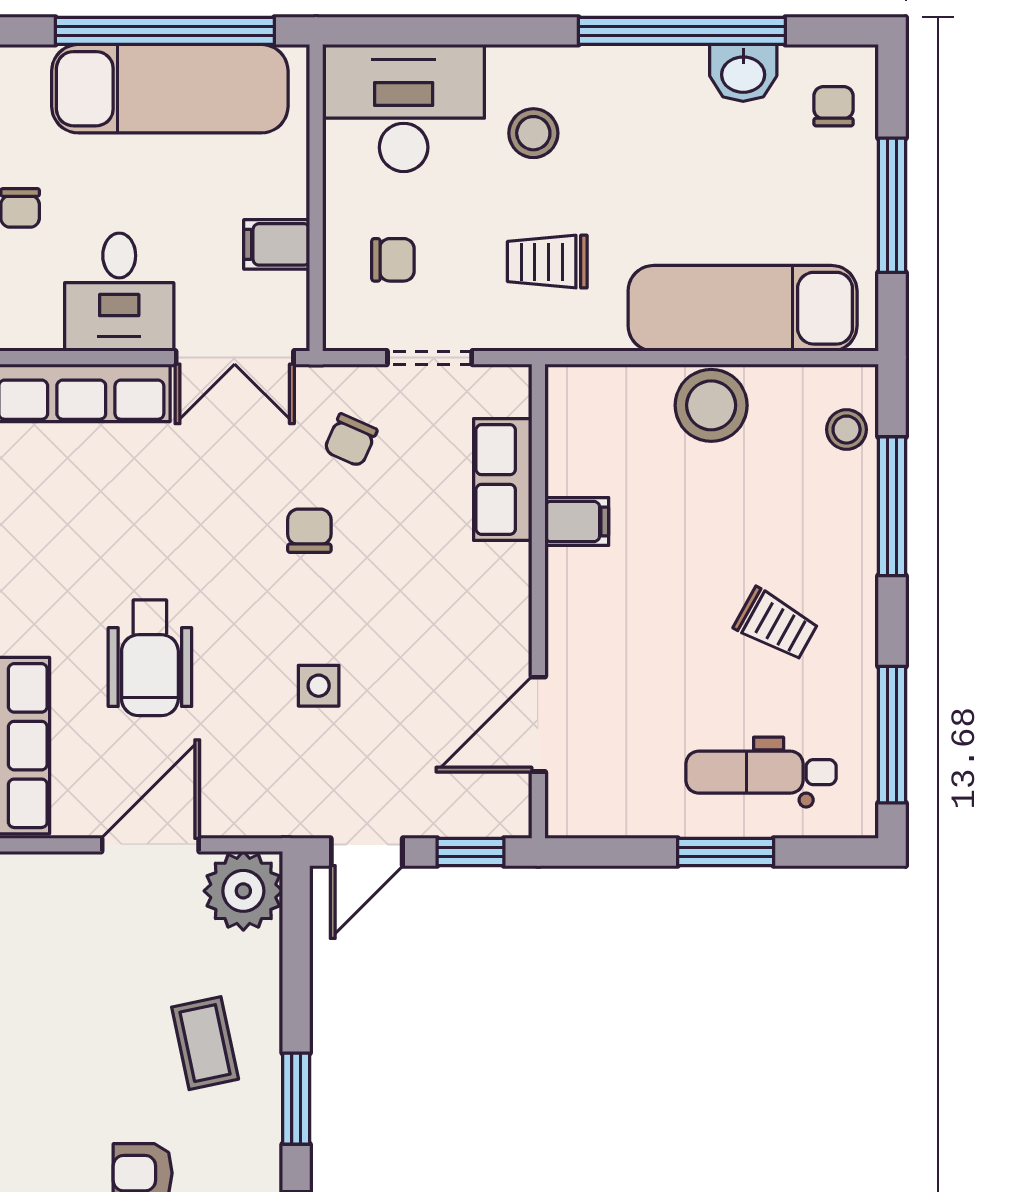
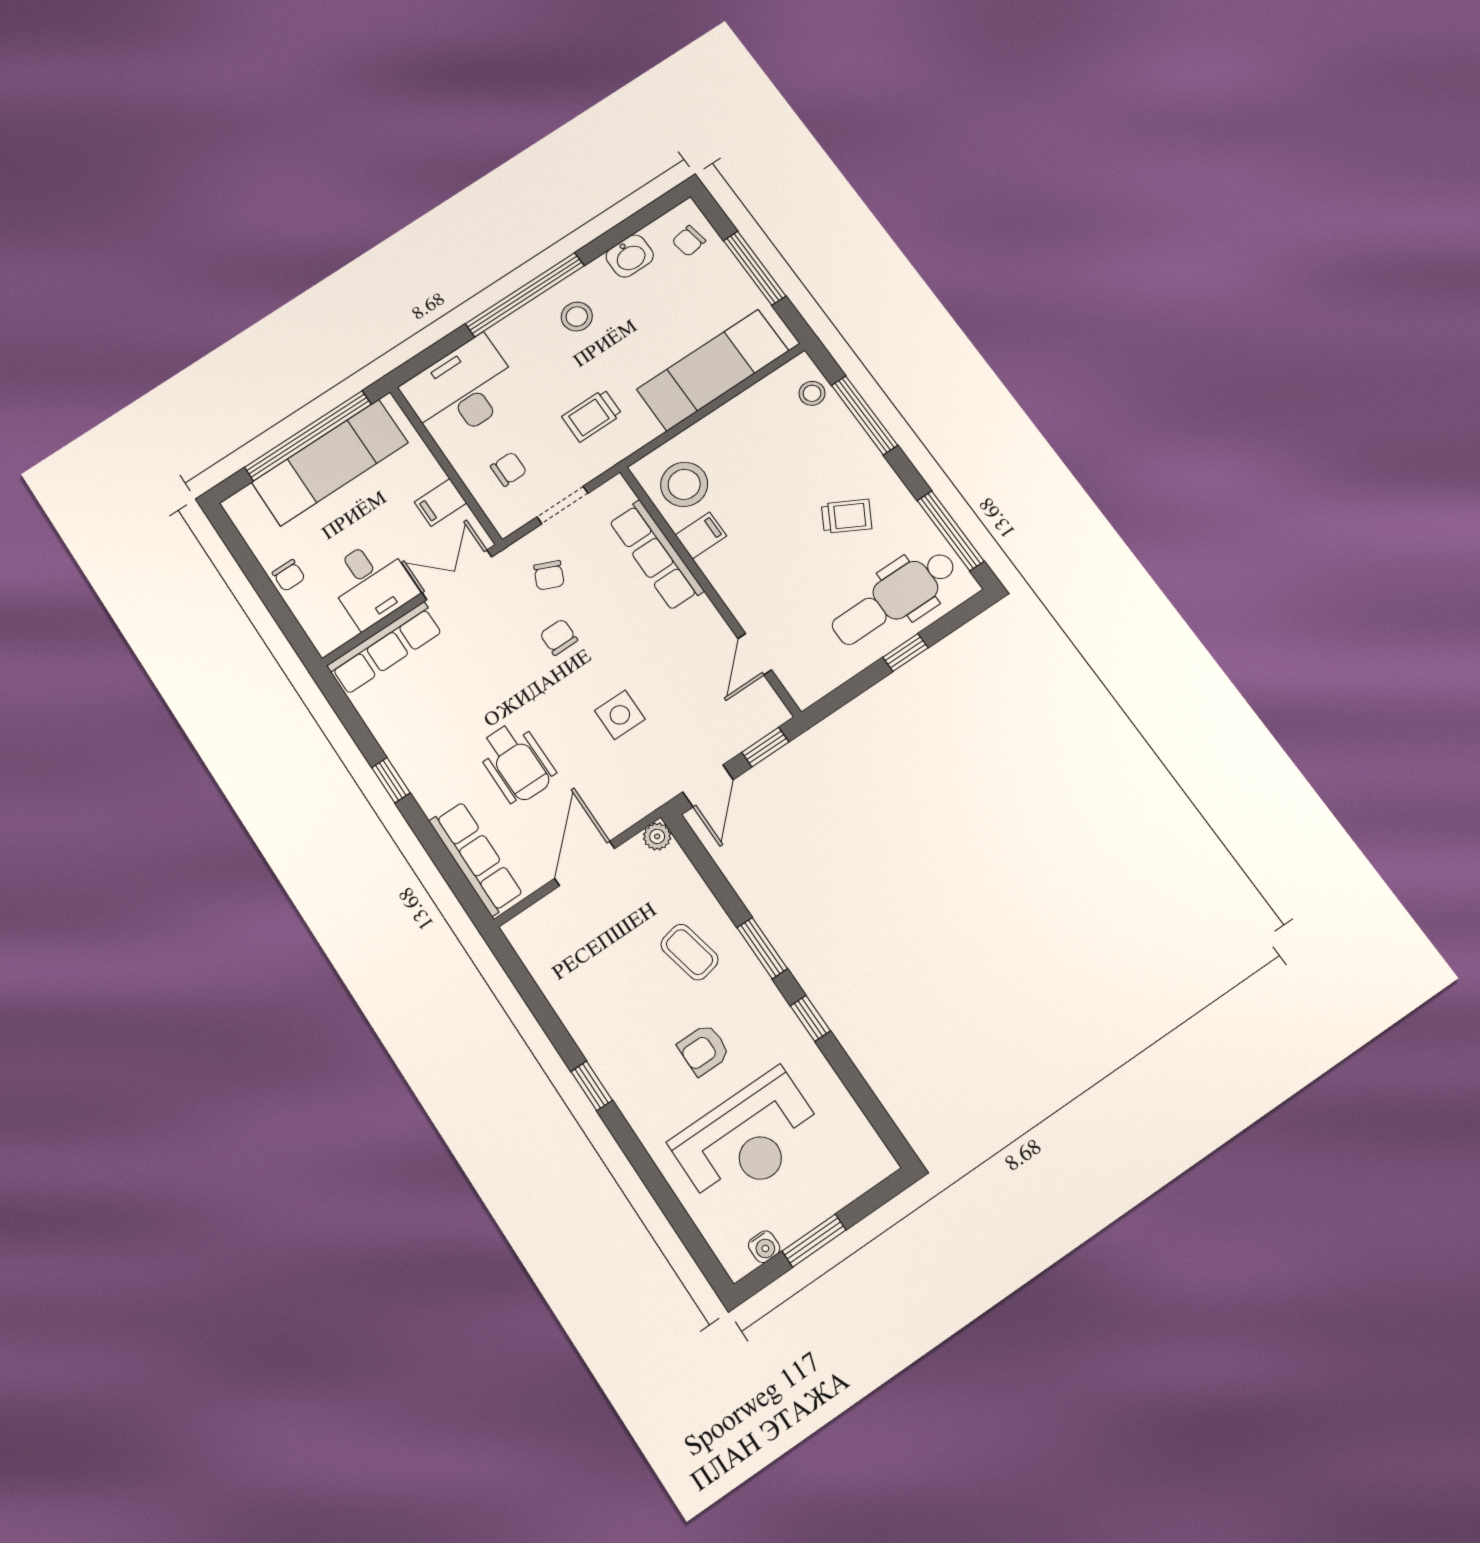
window: (682, 31) -> (525, 295), moved
chair: (834, 106) -> (689, 241), turned -100
stool: (533, 133) -> (577, 317), moved
double door: (235, 358) -> (457, 575), swing flipped
stool: (711, 405) -> (684, 484), moved
row of seats: (503, 479) -> (656, 556), width x1.48
side table: (319, 686) -> (620, 715), width x1.37, depth x1.37
door: (538, 724) -> (755, 654), width x0.73
dental chair: (761, 772) -> (894, 598), width x1.36, depth x1.38
window: (726, 852) -> (905, 653), width x0.67
plant: (243, 891) -> (657, 836), width x0.53, depth x0.53

